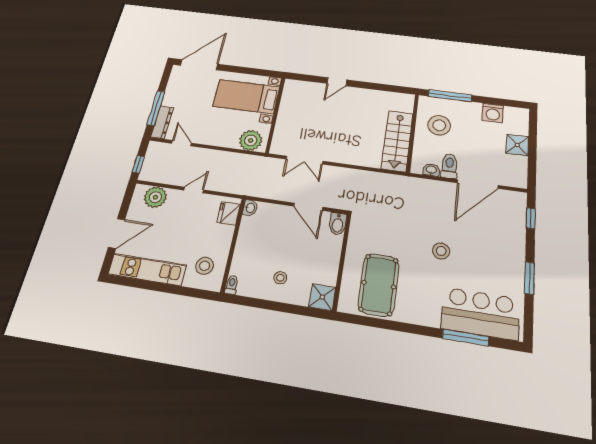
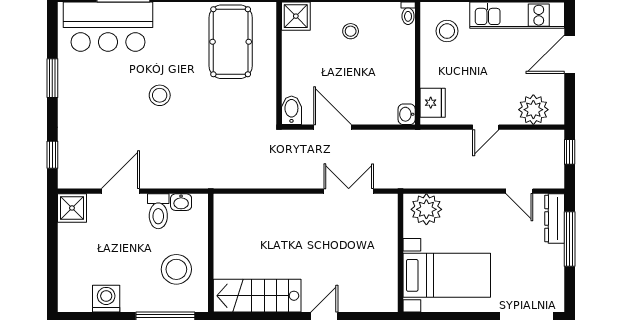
stairs: (397, 141) -> (257, 296), moved, turned -90
shower: (517, 145) -> (72, 208), moved
door: (478, 184) -> (120, 191), width x0.73

